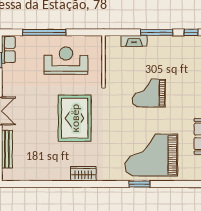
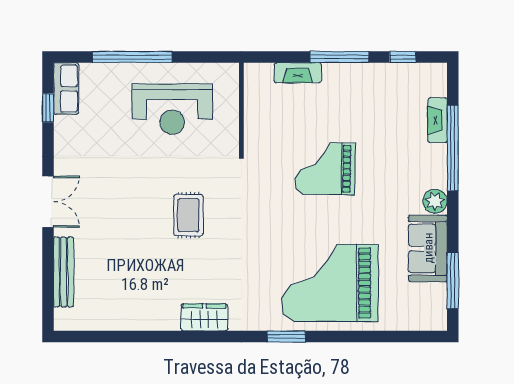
reception desk: (66, 61) -> (172, 109), turned 180
rug: (75, 118) -> (188, 215), width x0.54, depth x0.49
window: (139, 184) -> (286, 336), moved

